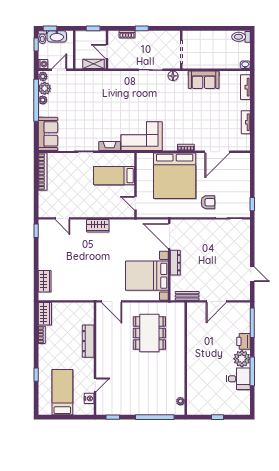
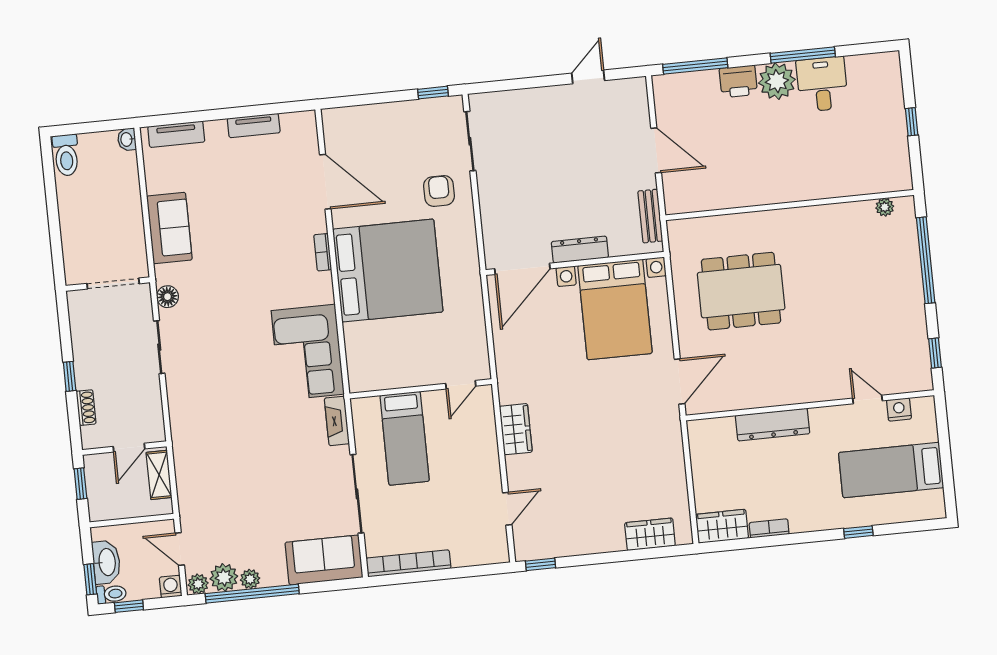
bed: (114, 176) -> (405, 438), moved
wall: (135, 185) -> (421, 389), moved
door: (135, 203) -> (461, 385), moved

